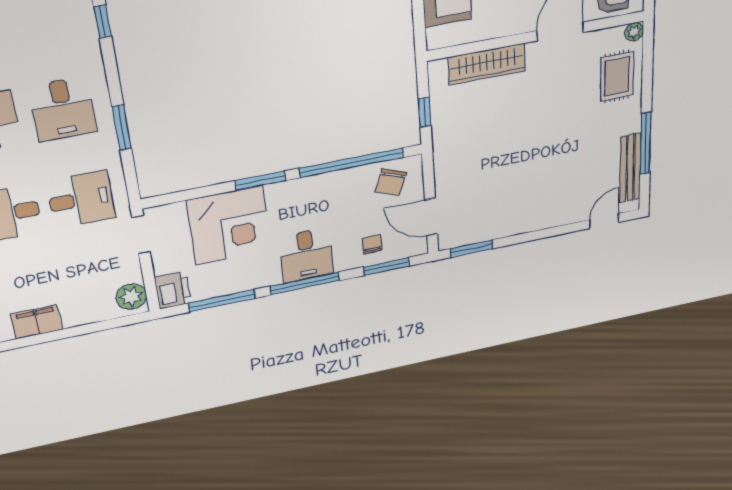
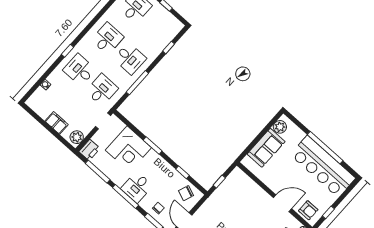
wardrobe: (487, 64) -> (252, 188), removed
desk: (63, 109) -> (130, 59), turned -90
window: (122, 128) -> (137, 83), width x1.44
window: (352, 163) -> (183, 172), width x0.32
desk: (81, 199) -> (102, 90), turned -90
filing cabinet: (37, 322) -> (57, 123), moved

